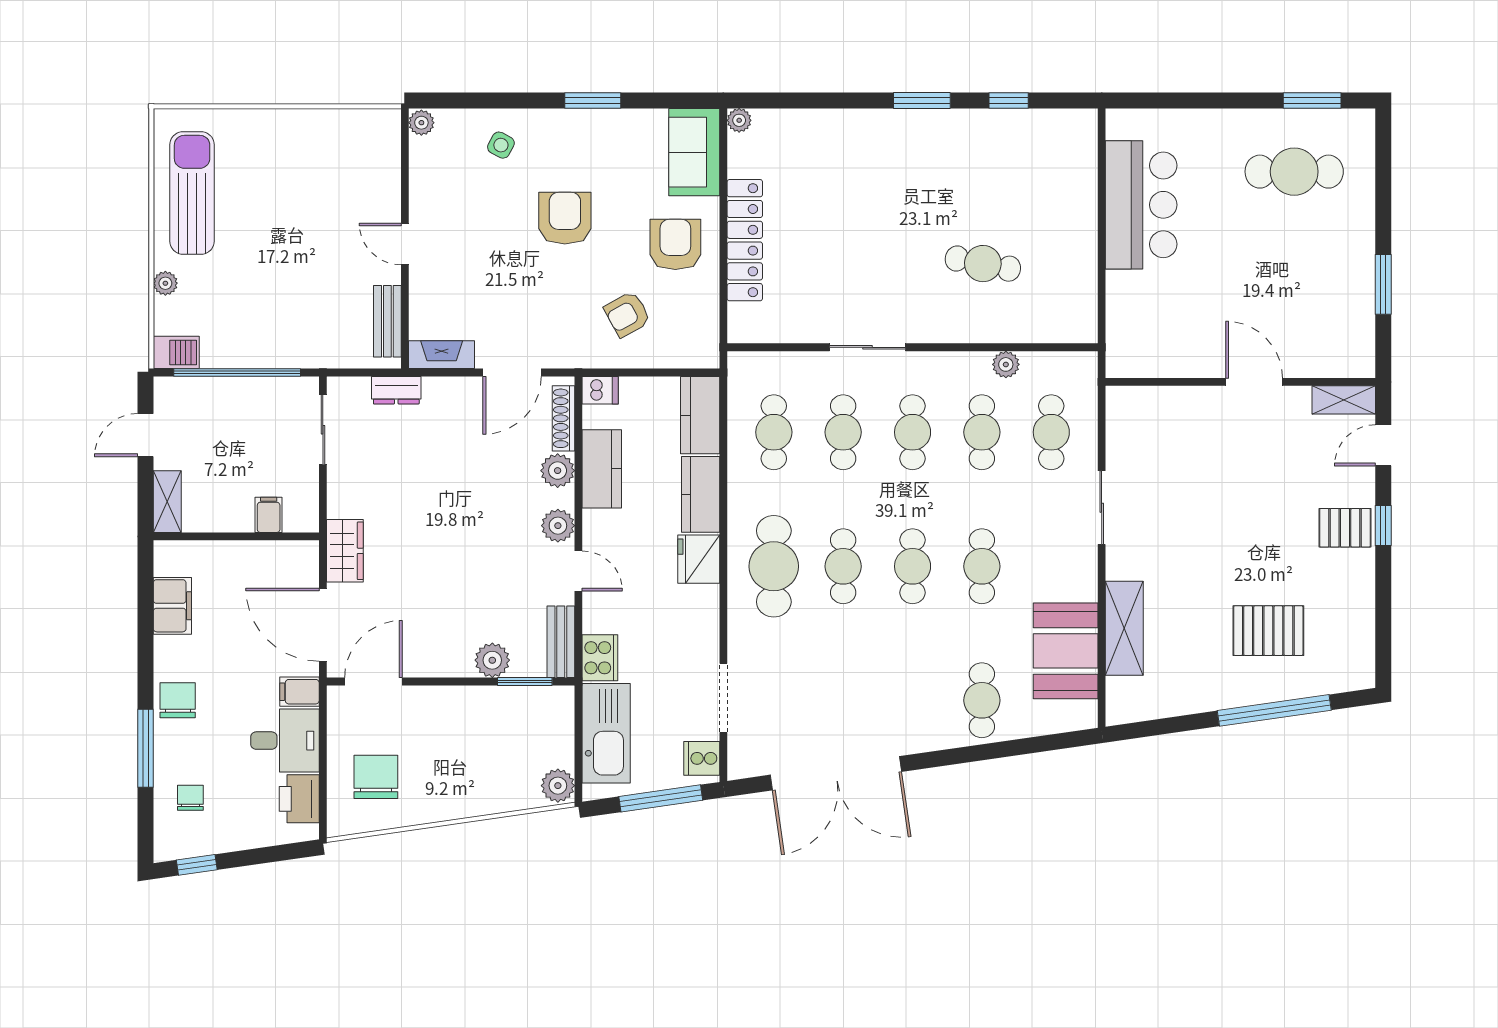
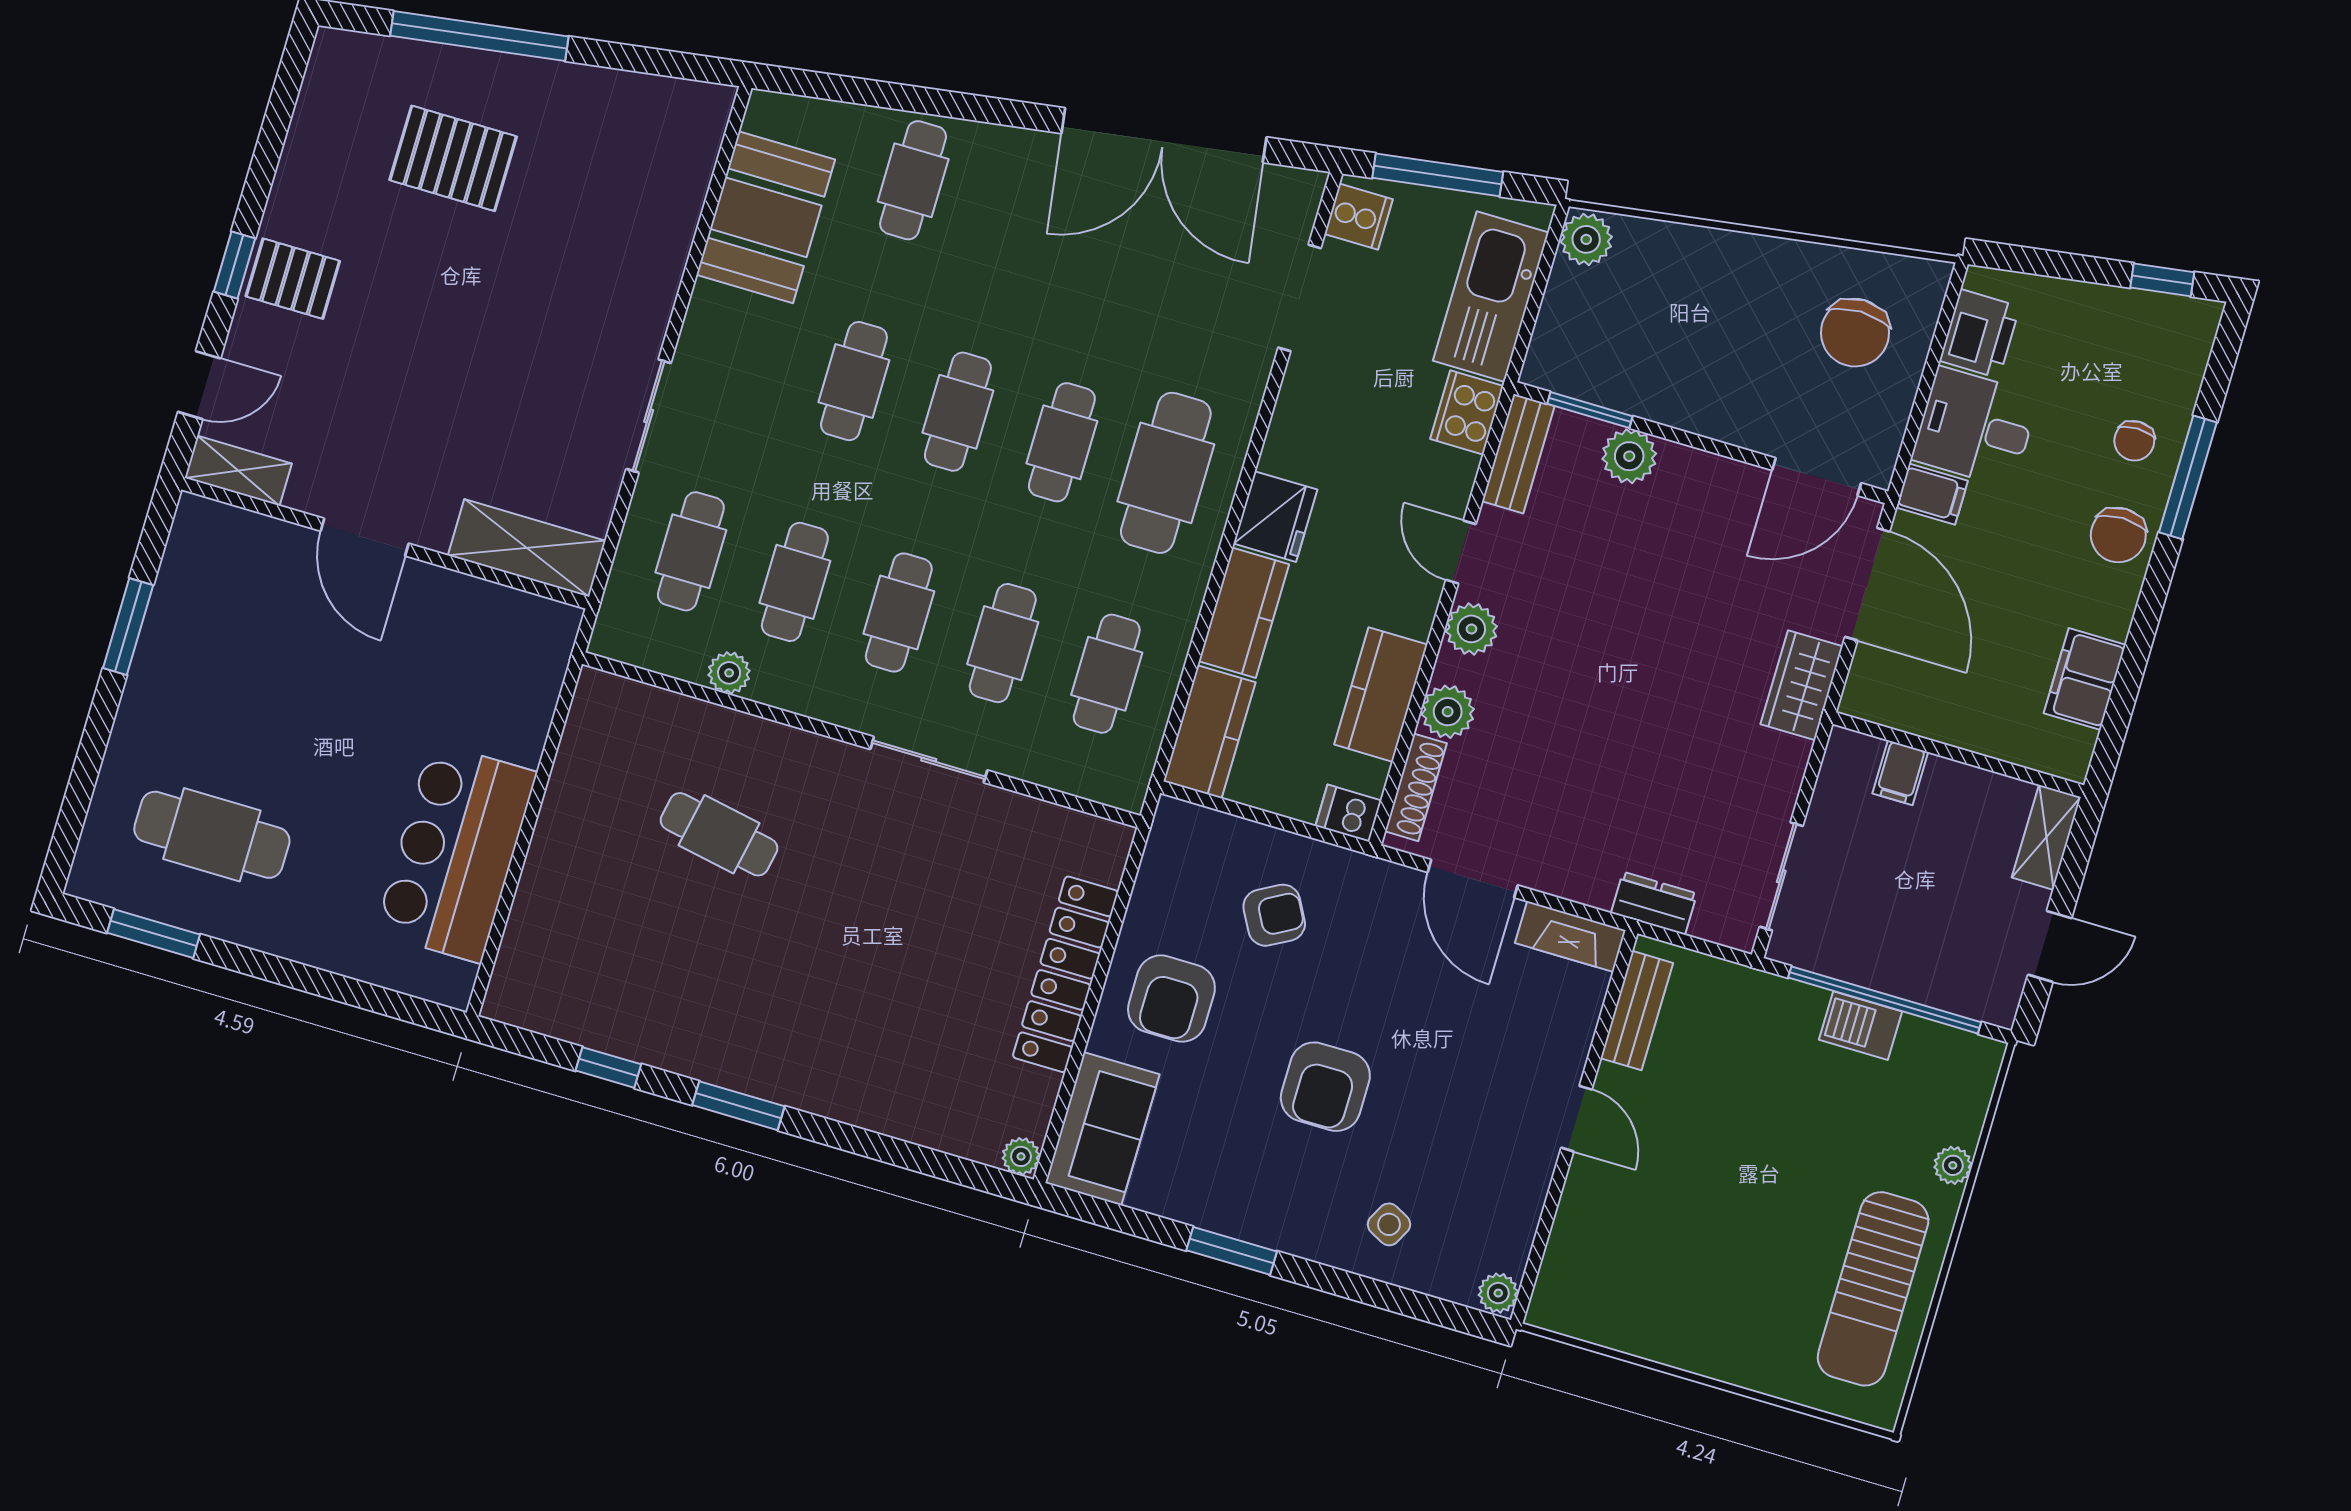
barbecue: (176, 352) -> (1861, 1026), moved
door: (512, 372) -> (1473, 879), swing flipped
shelving: (1124, 628) -> (527, 548), moved, turned 90
double door: (836, 773) -> (1164, 135), swing flipped
chair: (190, 798) -> (2134, 441), moved

